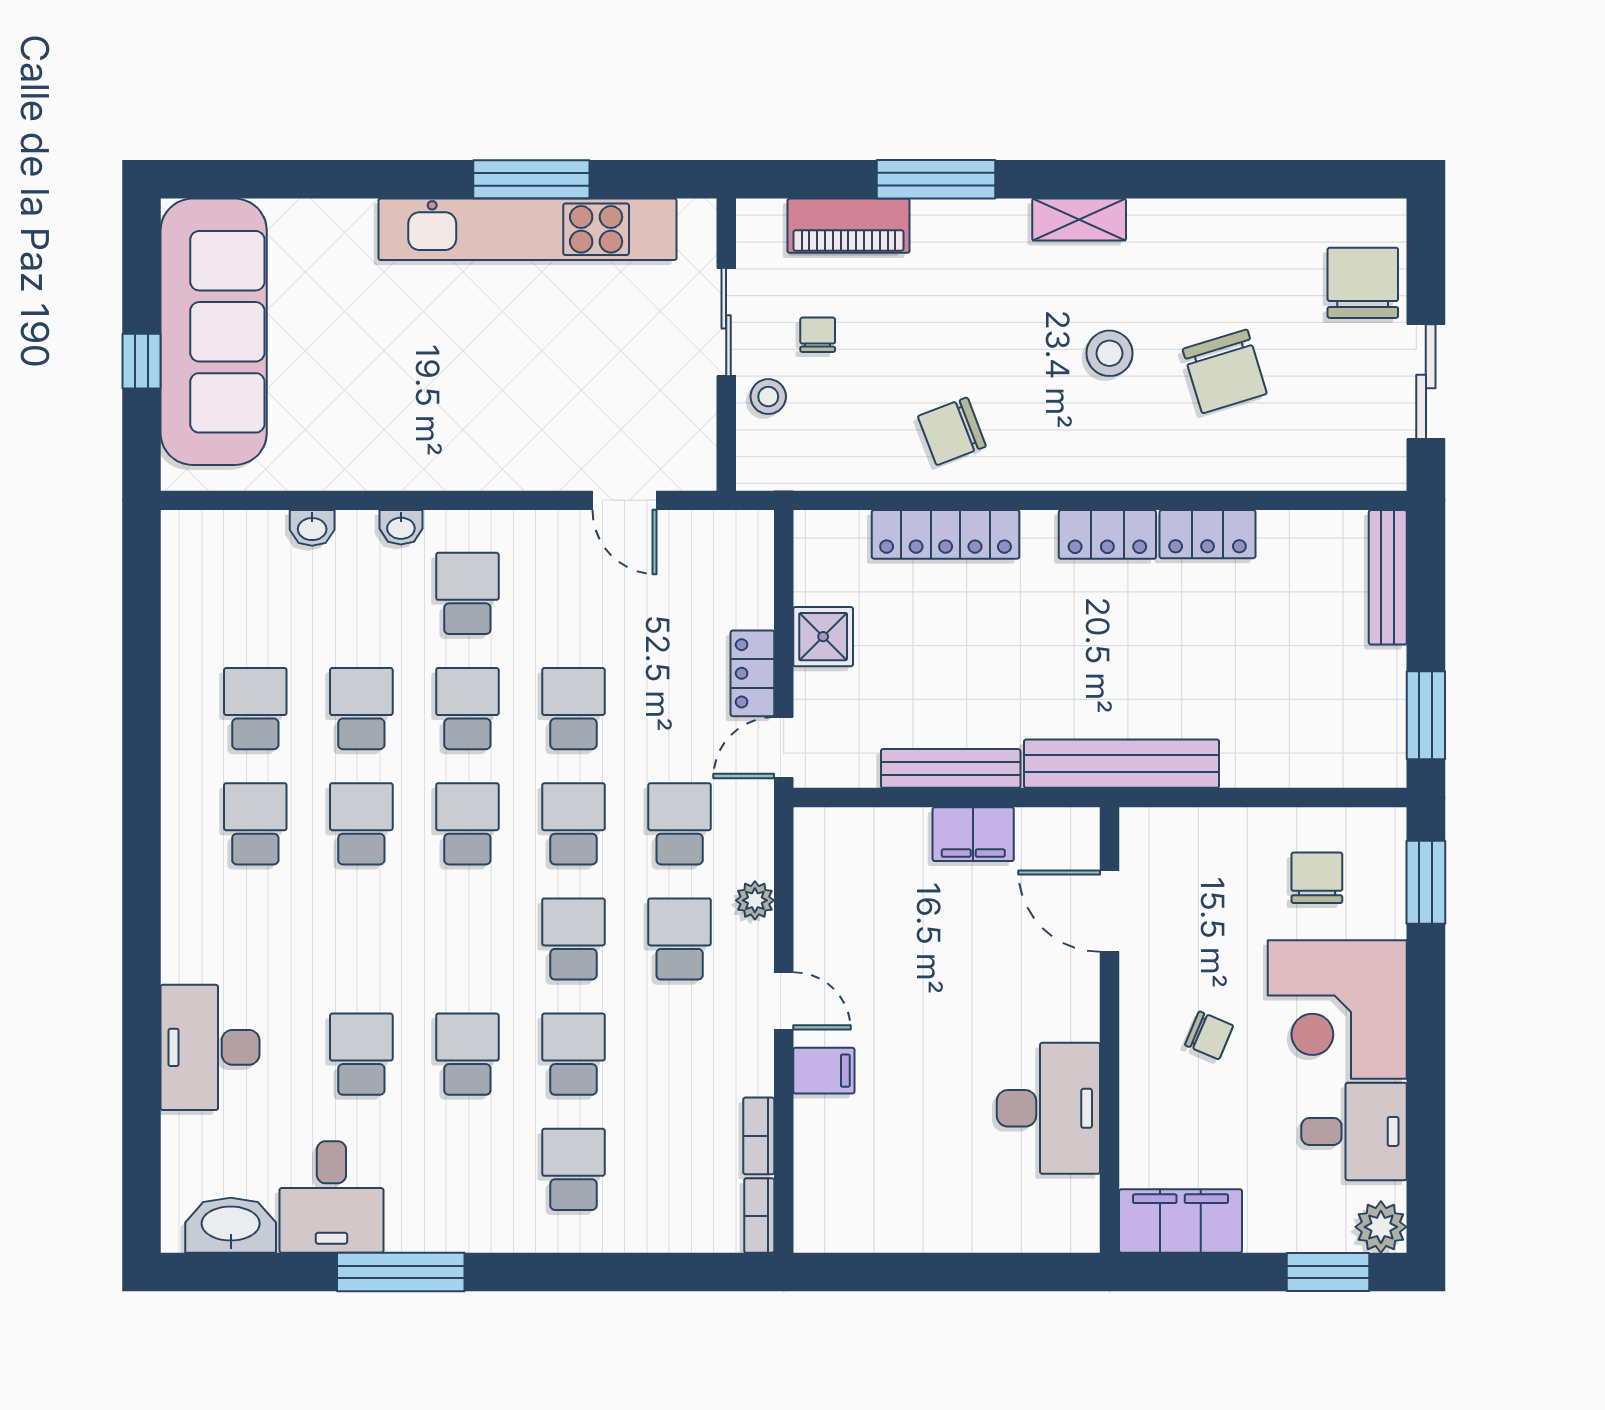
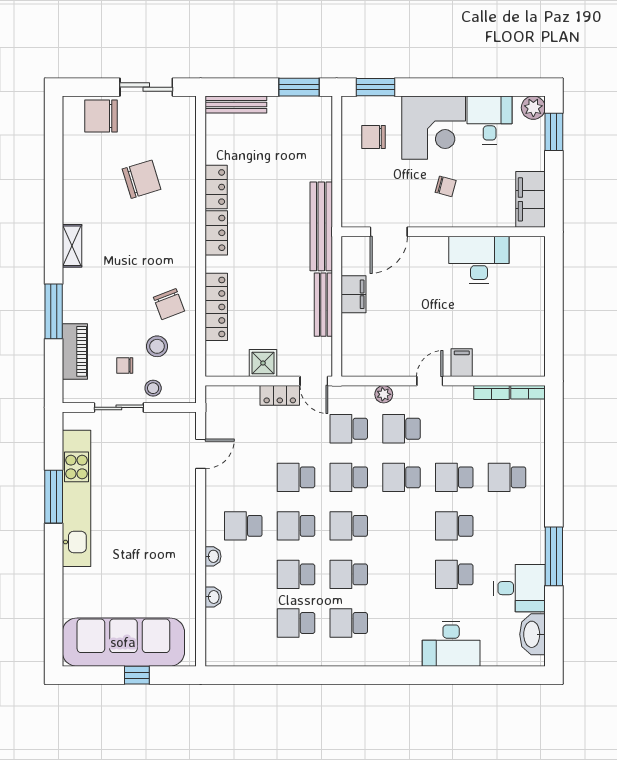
stool: (1109, 353) -> (157, 346), moved
chair: (1209, 1035) -> (446, 186), turned 82

